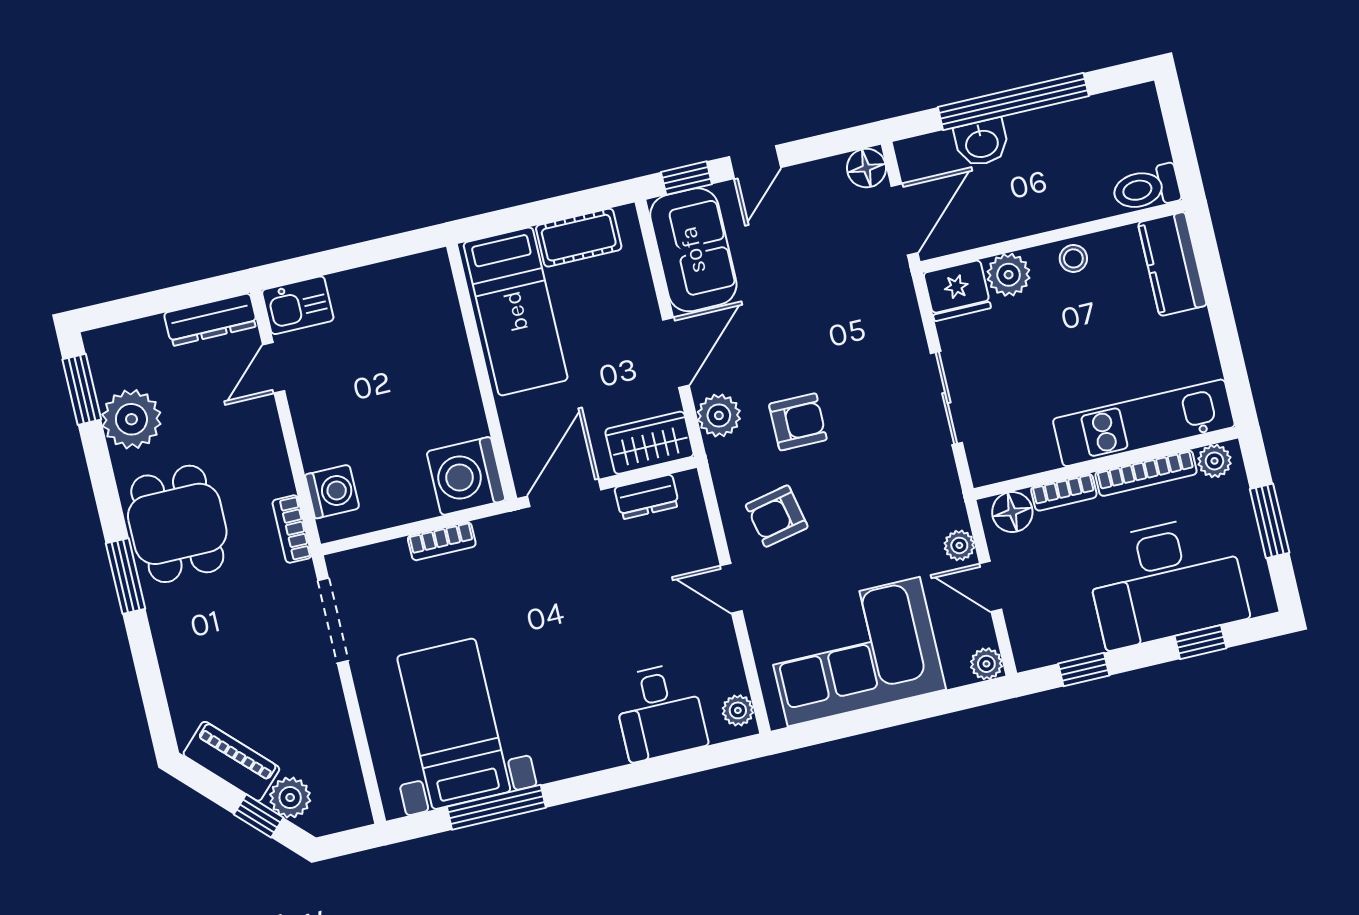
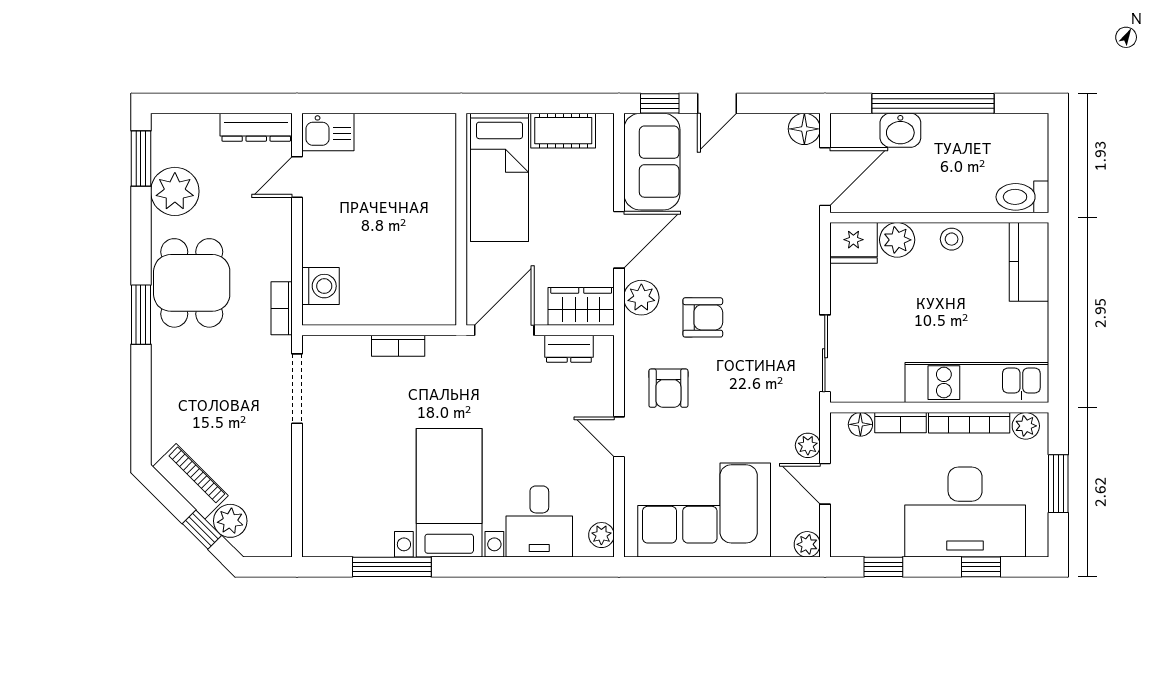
sliding door: (946, 398) -> (825, 353), moved
washing machine: (466, 476) -> (429, 299), removed
floor lamp: (1012, 512) -> (860, 424), width x0.73, depth x0.73
armchair: (777, 516) -> (668, 388), turned -78
bed with nightstands: (454, 724) -> (449, 493), moved

